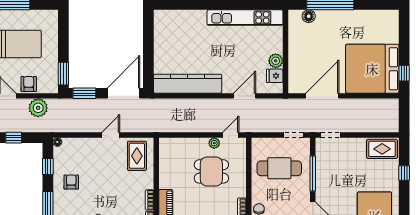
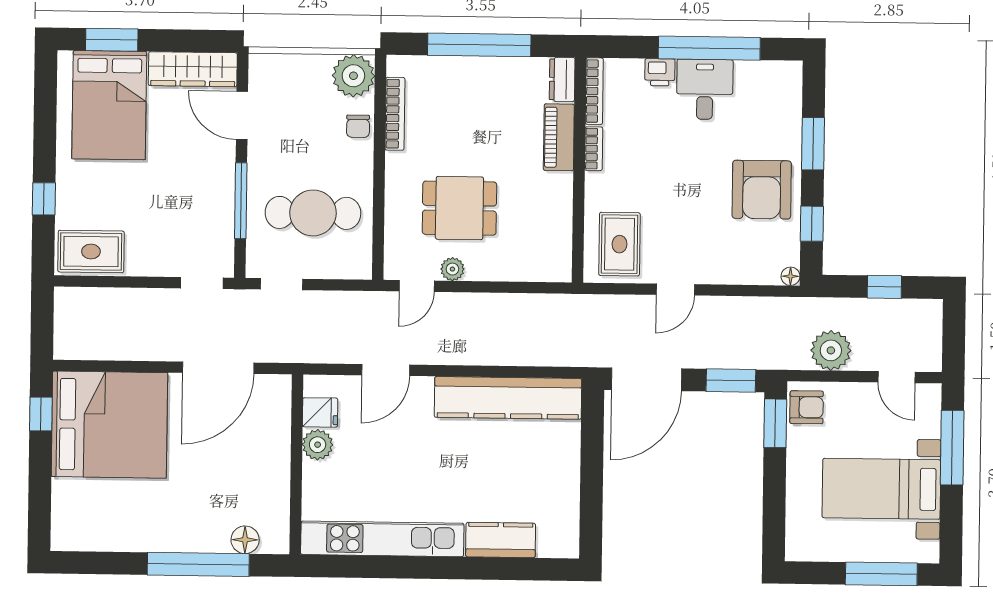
kitchen counter: (190, 18) -> (501, 540), added
armchair: (29, 84) -> (807, 407), moved, turned -90
armchair: (71, 182) -> (762, 190), width x1.88, depth x1.88

